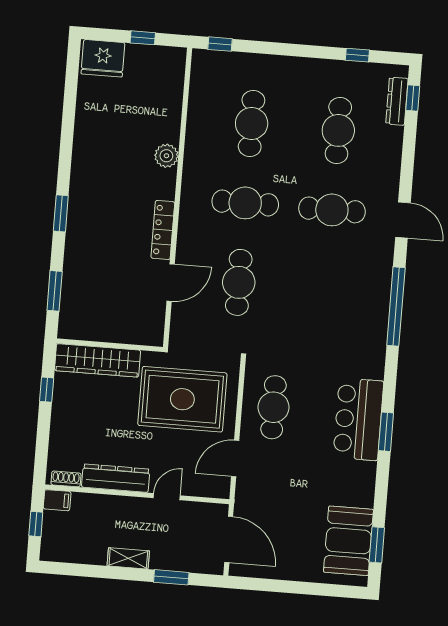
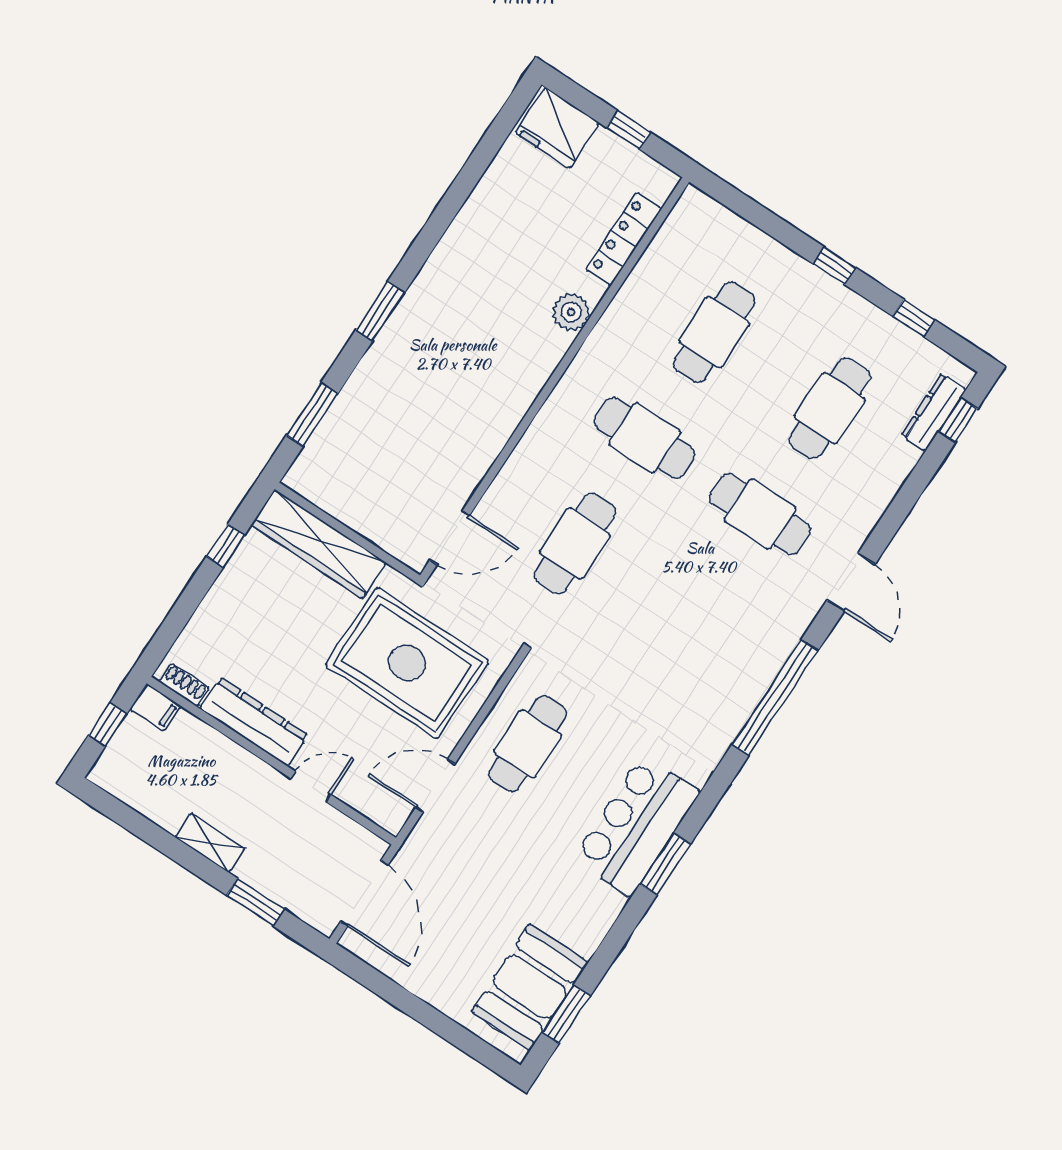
window: (220, 44) -> (835, 266), moved
locker: (163, 230) -> (624, 239), moved
door: (171, 283) -> (450, 538), moved

